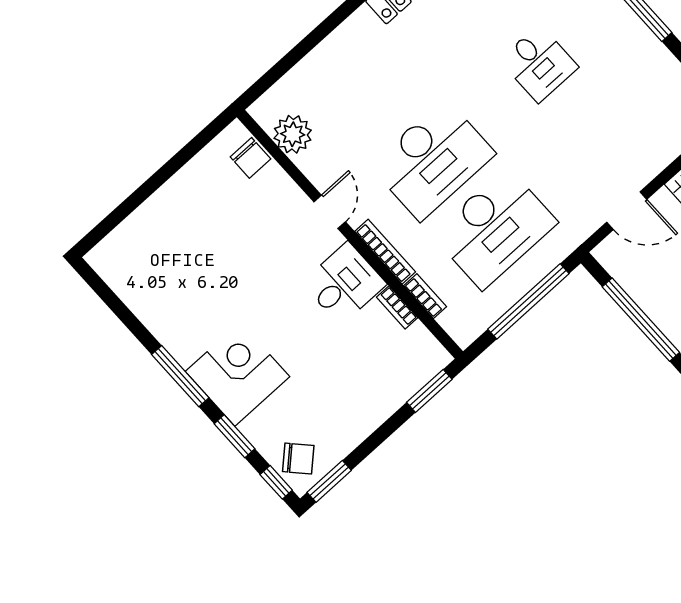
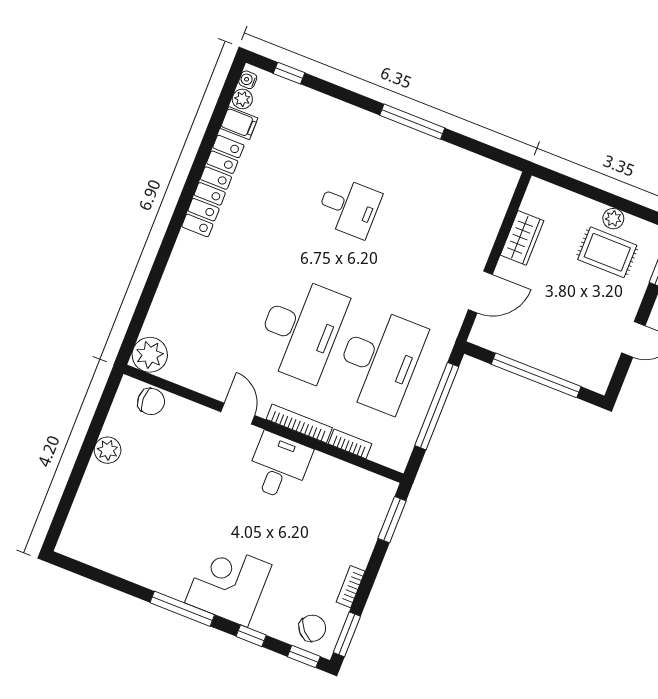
plant: (293, 134) -> (150, 355), moved
plant: (184, 184) -> (108, 450), added
bookcase: (397, 307) -> (351, 587), moved, turned 90
window: (235, 436) -> (251, 636), width x0.67

